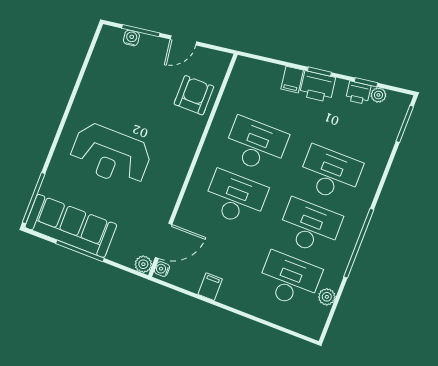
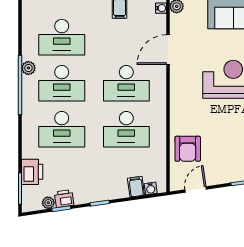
door: (183, 40) -> (196, 189), moved
water cooler: (254, 66) -> (151, 188), added
filing cabinet: (292, 80) -> (136, 187), moved
printer: (317, 87) -> (32, 172), moved, turned 98
door: (164, 241) -> (168, 50), moved
plant: (327, 297) -> (28, 68), moved

